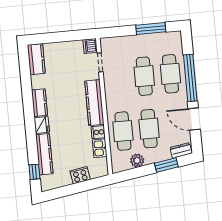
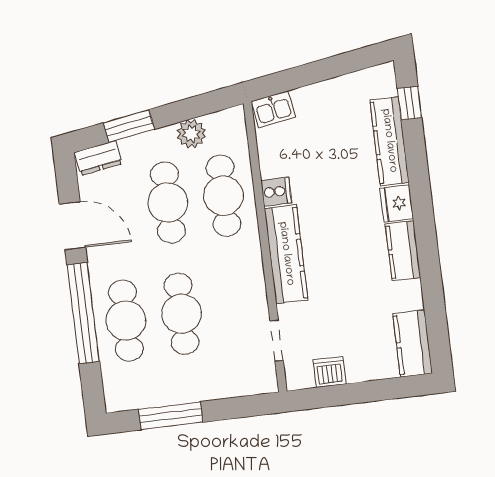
dishwasher: (90, 46) -> (330, 372), moved, turned -90
kitchen sink: (100, 148) -> (273, 109), moved, turned 81
cooker: (80, 175) -> (312, 99), removed

